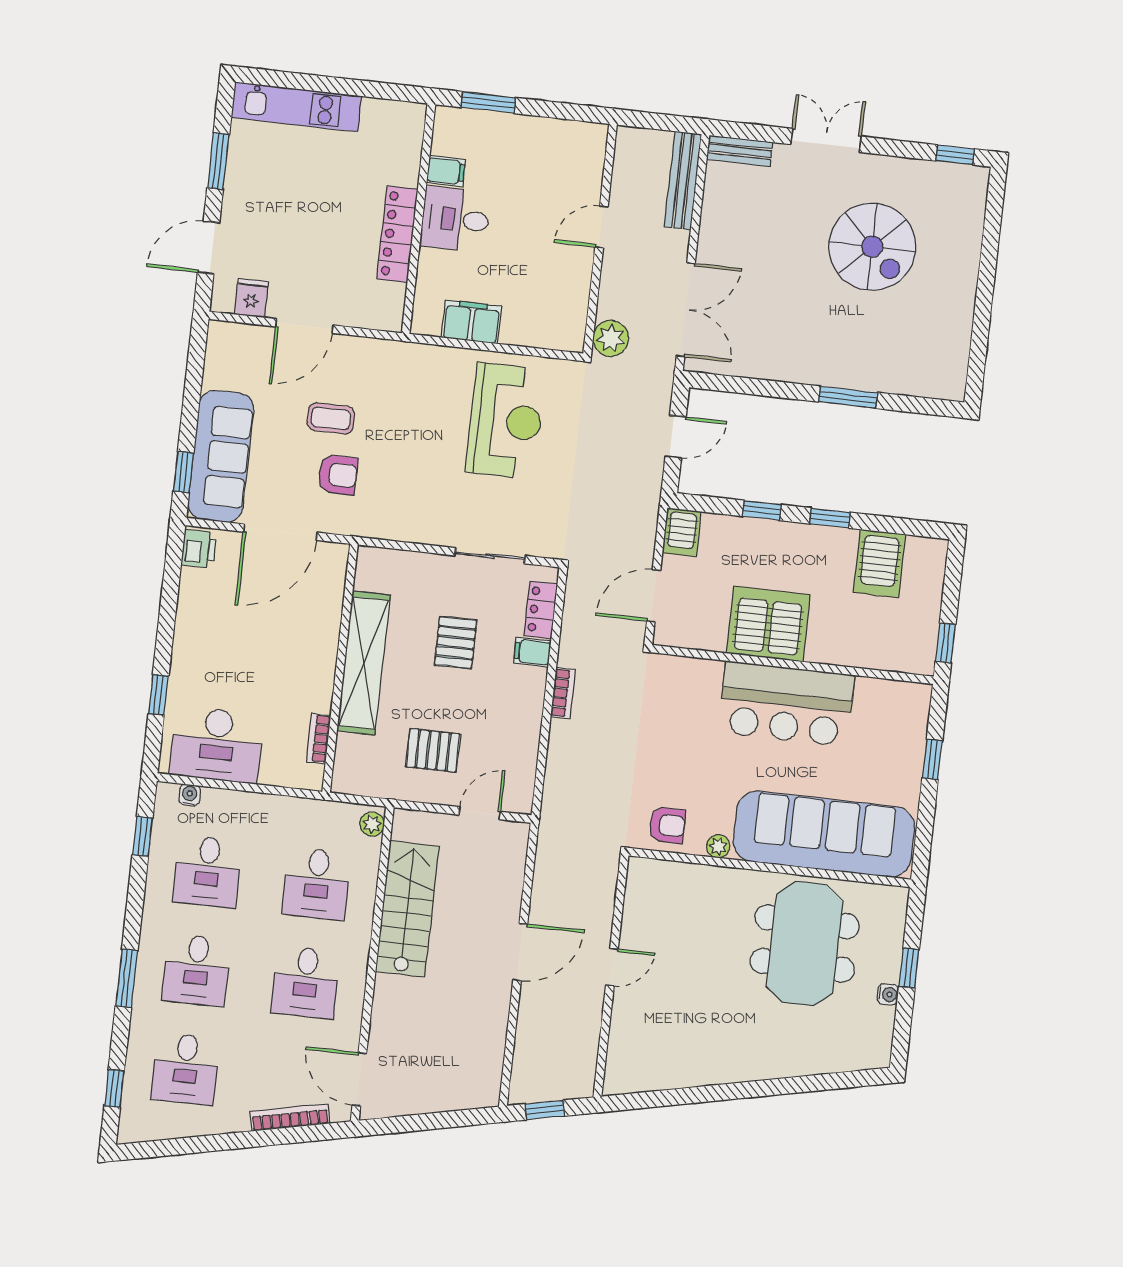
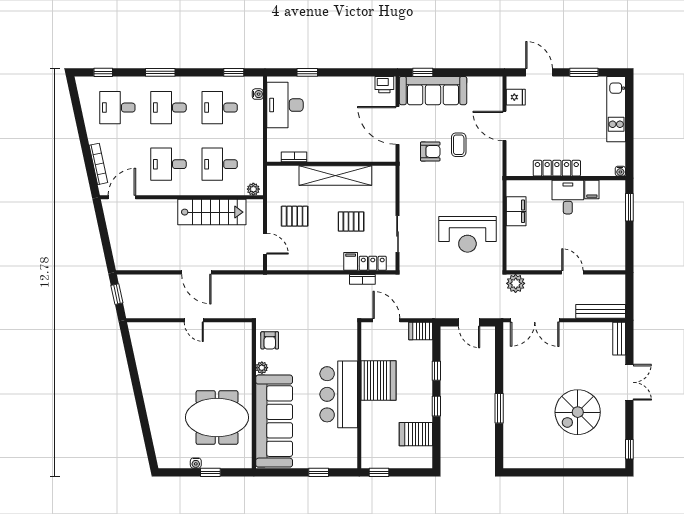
water cooler: (417, 112) -> (620, 171), added
armchair: (338, 475) -> (430, 151), turned -90
bookcase: (563, 693) -> (362, 279), moved
pallet: (433, 750) -> (295, 216), turned 90

